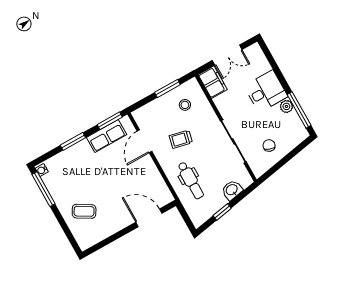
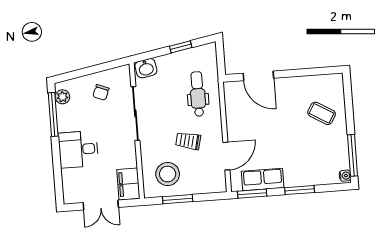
double door: (227, 55) -> (101, 205), swing flipped
stool: (185, 105) -> (168, 174), width x1.89, depth x1.89
plant: (286, 106) -> (62, 97), moved
trolley: (181, 139) -> (188, 141), turned 180
washbasin: (232, 190) -> (146, 68), moved

